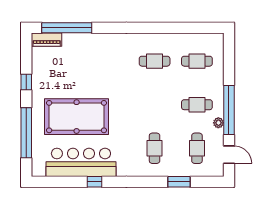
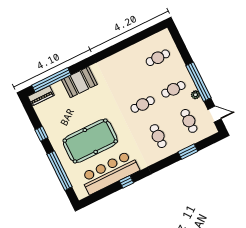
booth: (97, 45) -> (79, 82), added
cafe table: (155, 61) -> (143, 104), moved

